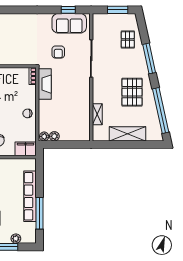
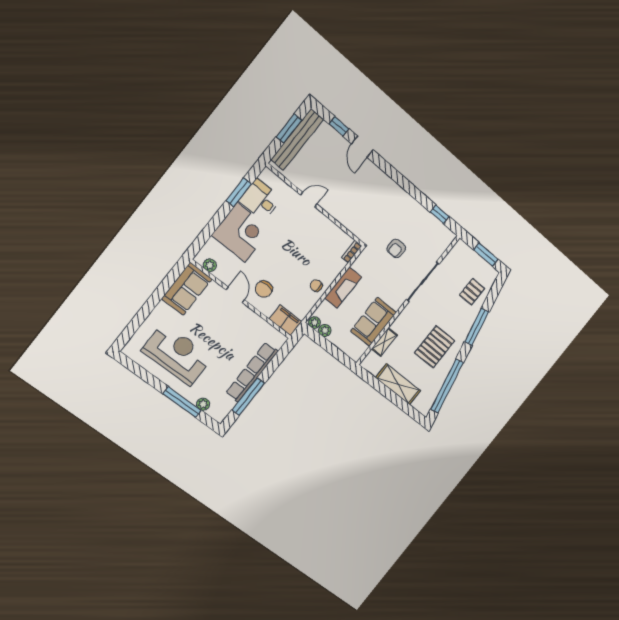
sofa: (69, 23) -> (373, 322), moved, turned 90
fireplace: (45, 84) -> (343, 288), moved

